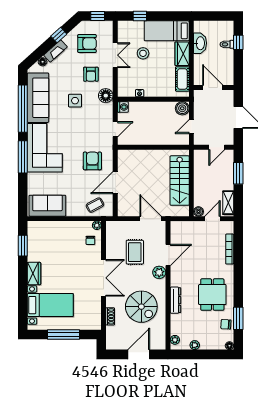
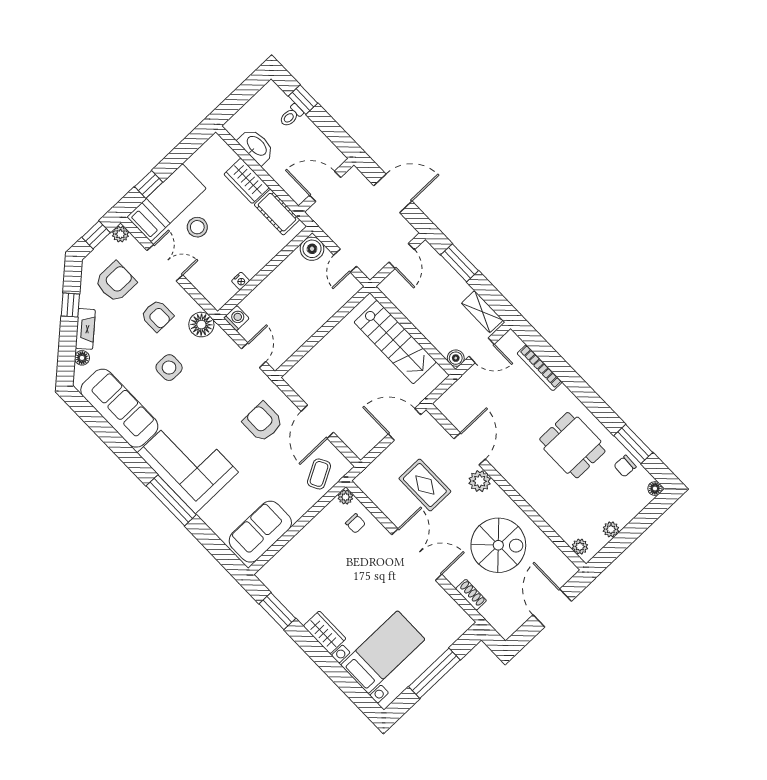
plant: (108, 26) -> (120, 234), added
bed: (167, 31) -> (166, 203), moved, turned 180
window: (23, 109) -> (113, 440), removed
door: (212, 219) -> (482, 350), swing flipped
dresser: (175, 300) -> (533, 496), removed

